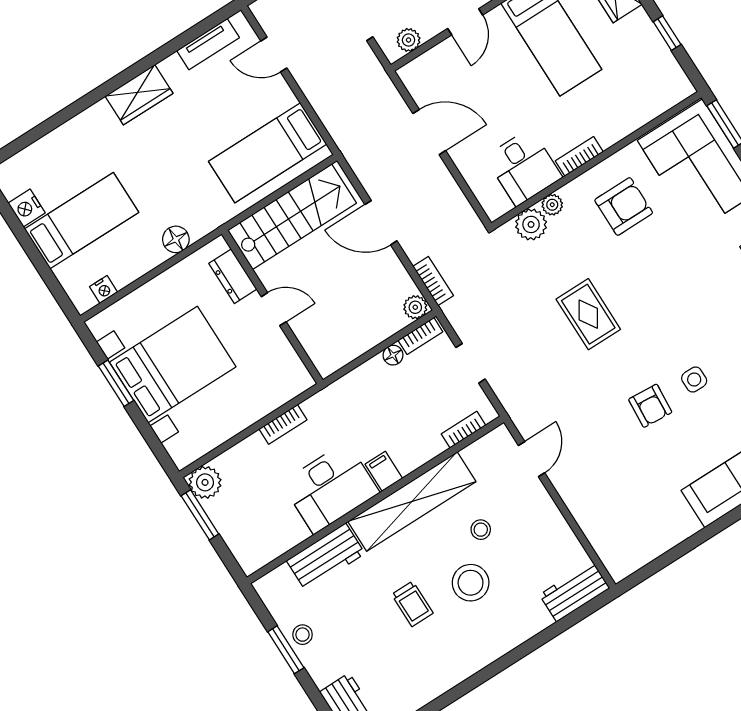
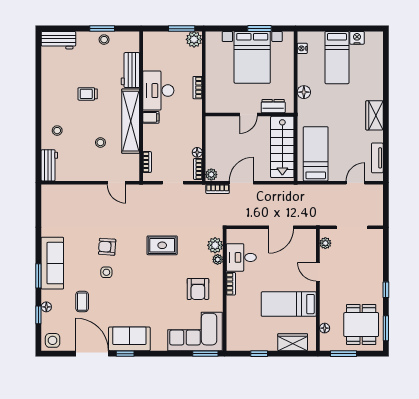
door: (381, 223) -> (241, 183), moved
stool: (471, 583) -> (57, 131), moved, width x0.53, depth x0.53

